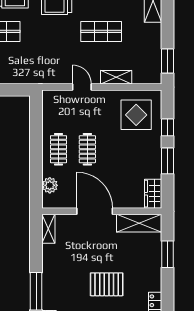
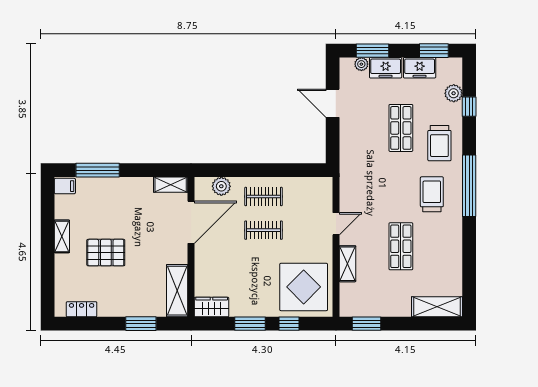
display table: (136, 115) -> (304, 287), width x1.36, depth x1.36
door: (95, 211) -> (191, 222), moved
pallet: (107, 284) -> (106, 253), turned 90

